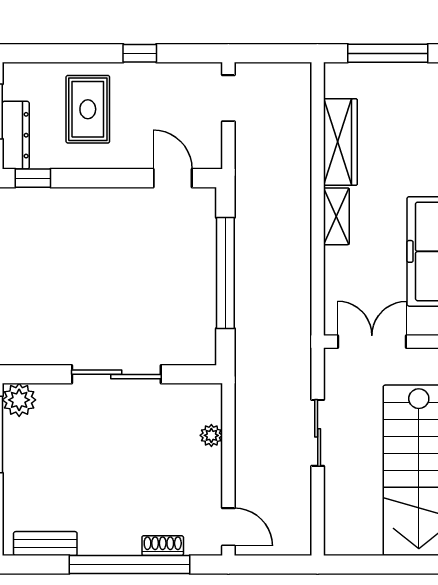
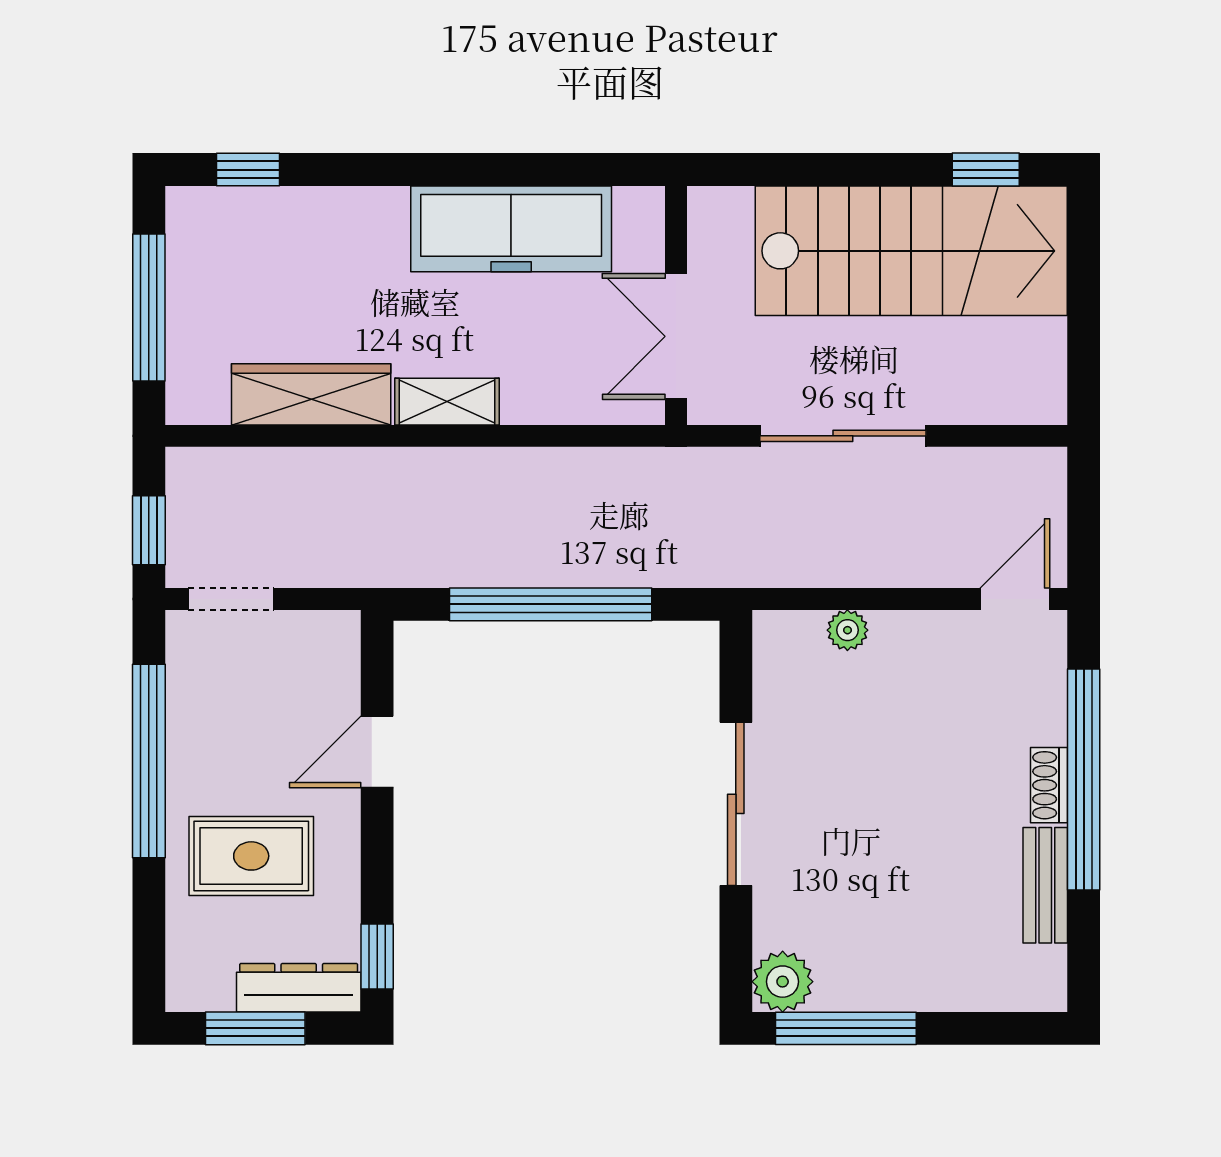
window: (140, 53) -> (149, 761), width x3.17
window: (266, 53) -> (149, 530), added
door: (173, 178) -> (377, 752), moved
sliding door: (318, 433) -> (843, 436), width x1.37
bench: (45, 544) -> (1045, 885), moved
shoe rack: (163, 546) -> (1049, 785), moved

